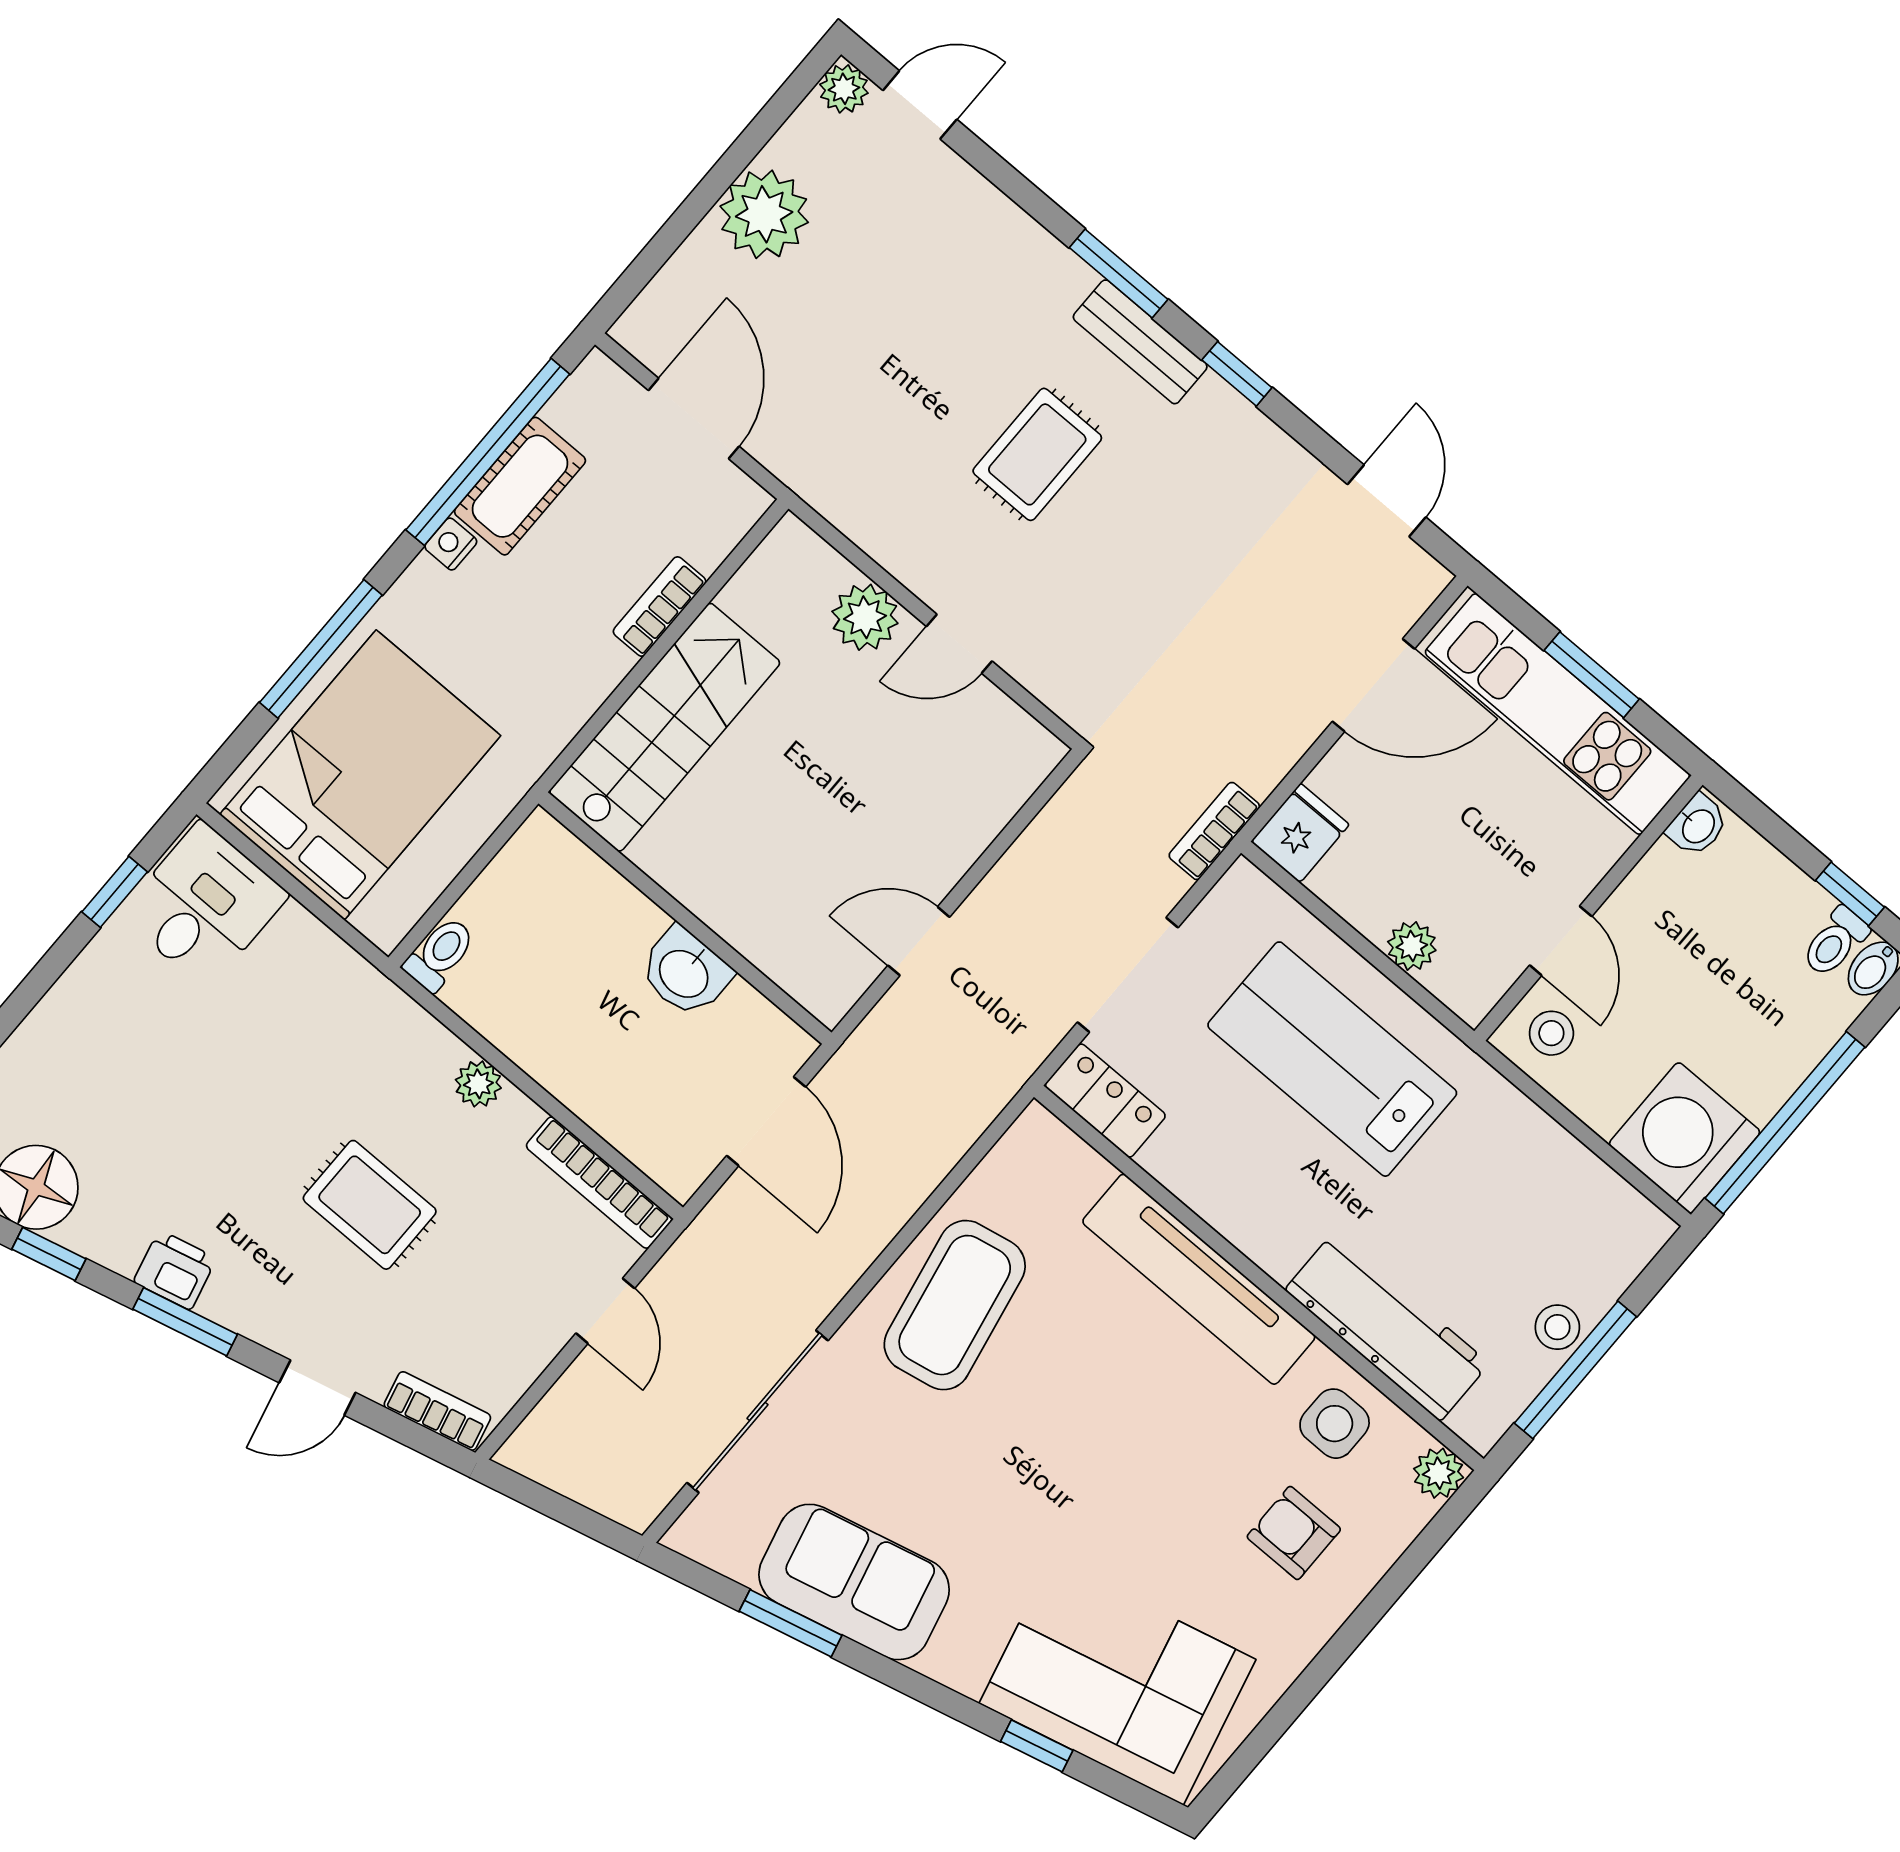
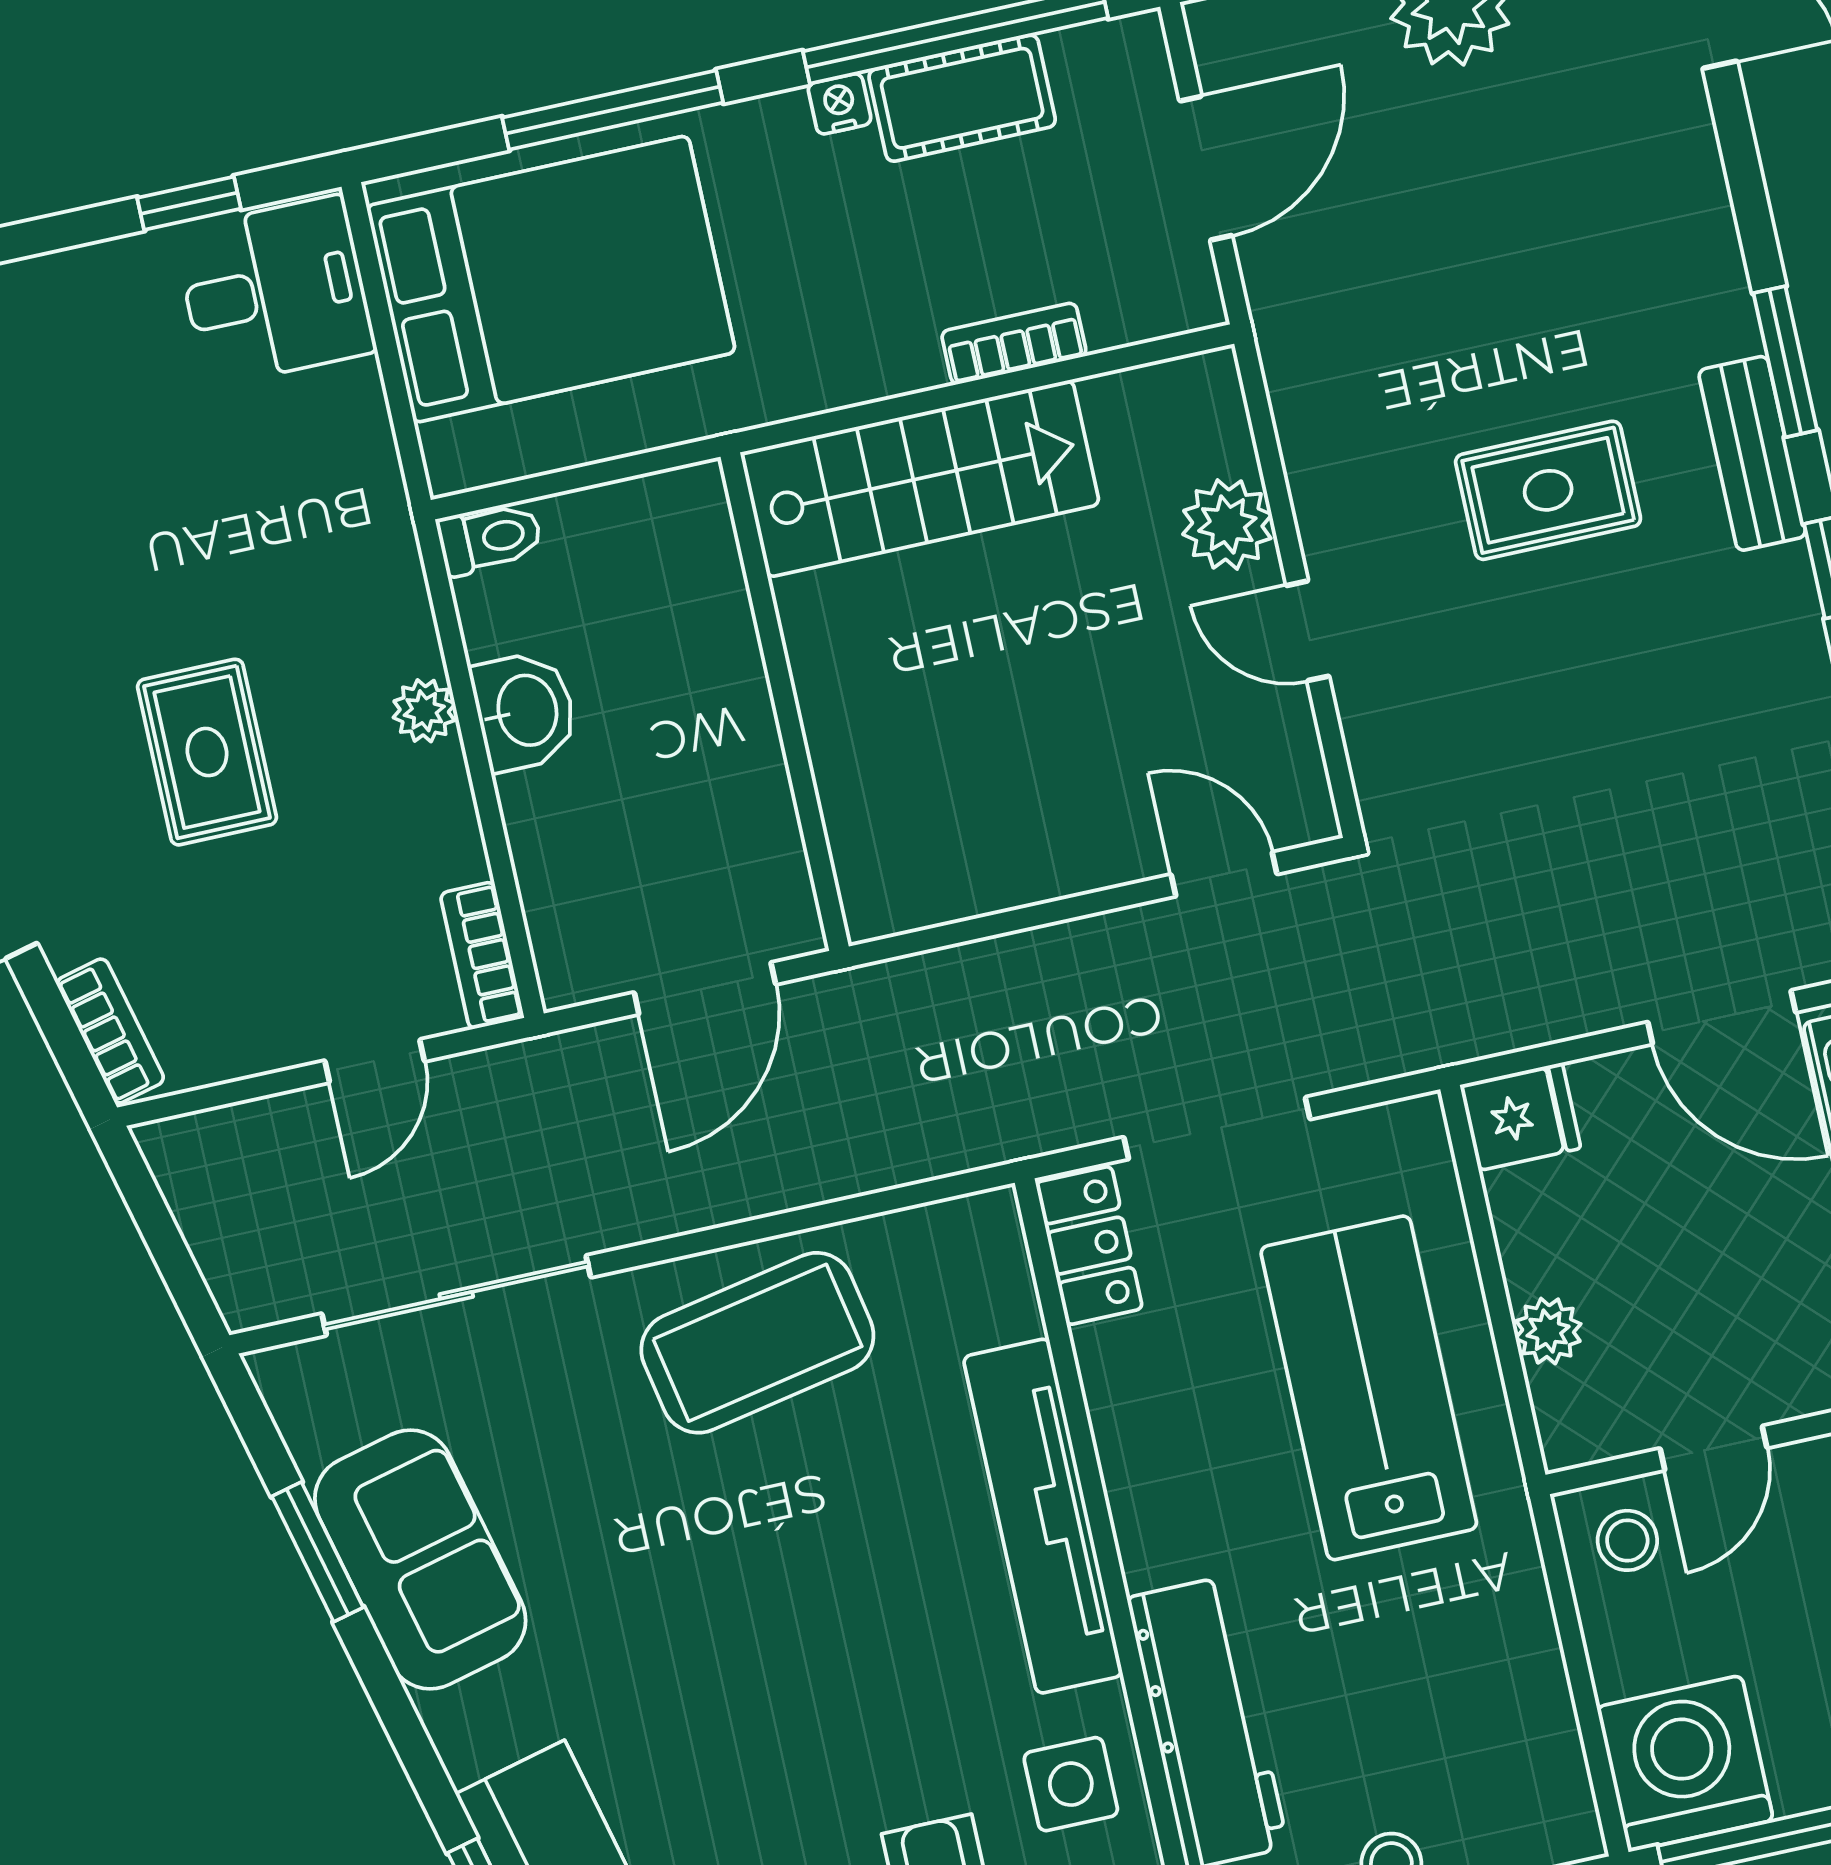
bookcase: (1214, 831) -> (1429, 1044), removed
door: (919, 941) -> (1224, 874), moved
washbasin: (685, 972) -> (525, 711), moved, turned 180
bookcase: (599, 1183) -> (482, 956), width x0.64

